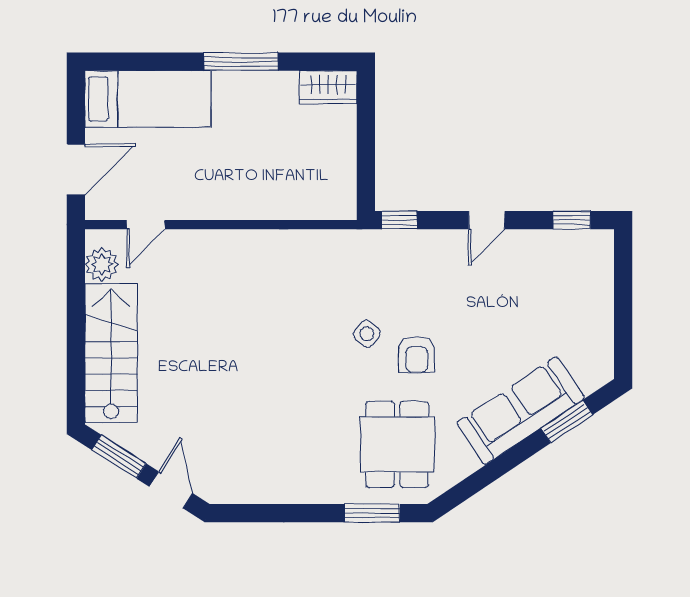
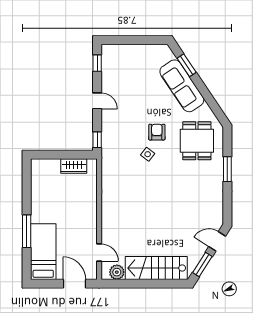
window: (241, 62) -> (27, 231), moved
wardrobe: (328, 87) -> (74, 166), moved, turned 90
armchair: (417, 354) -> (157, 132), turned -90
dining table: (397, 444) -> (197, 141), turned 90
window: (372, 513) -> (227, 169), moved

